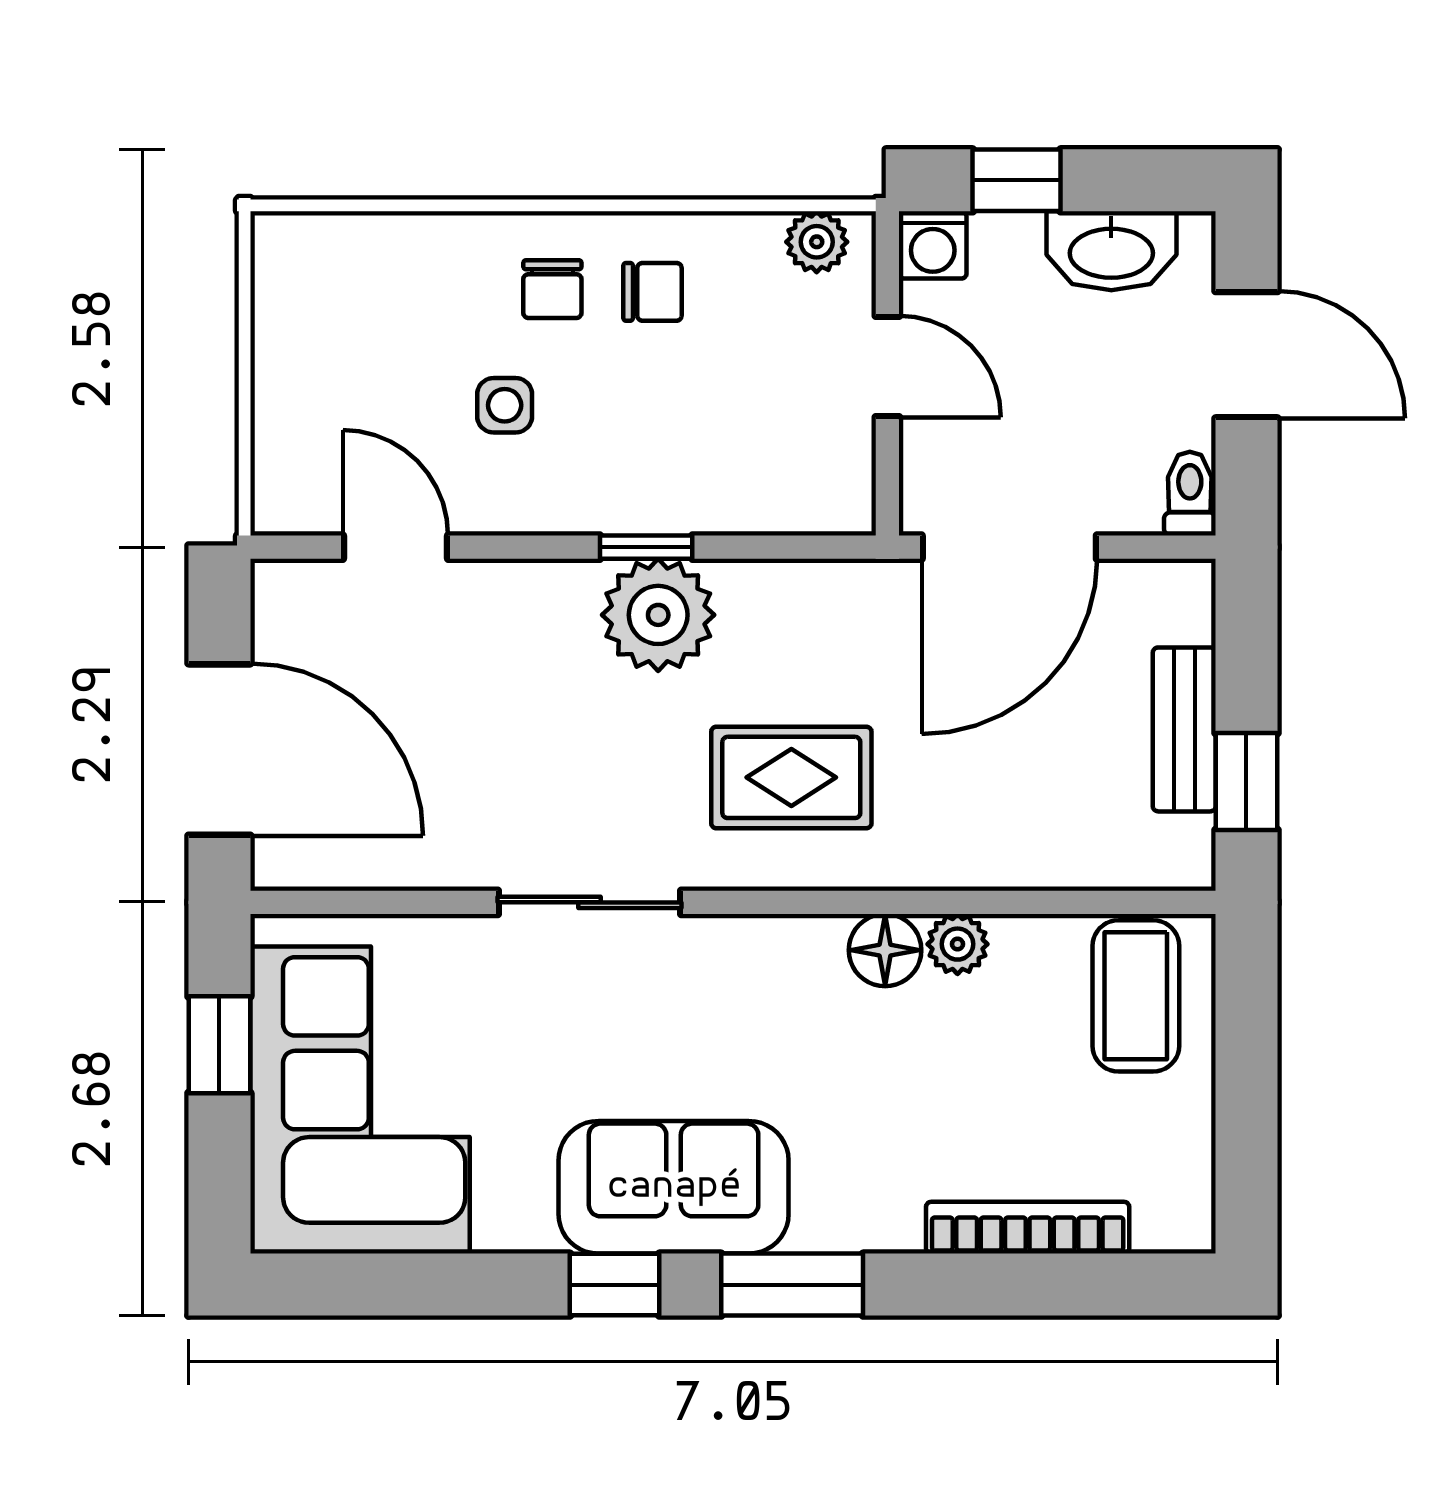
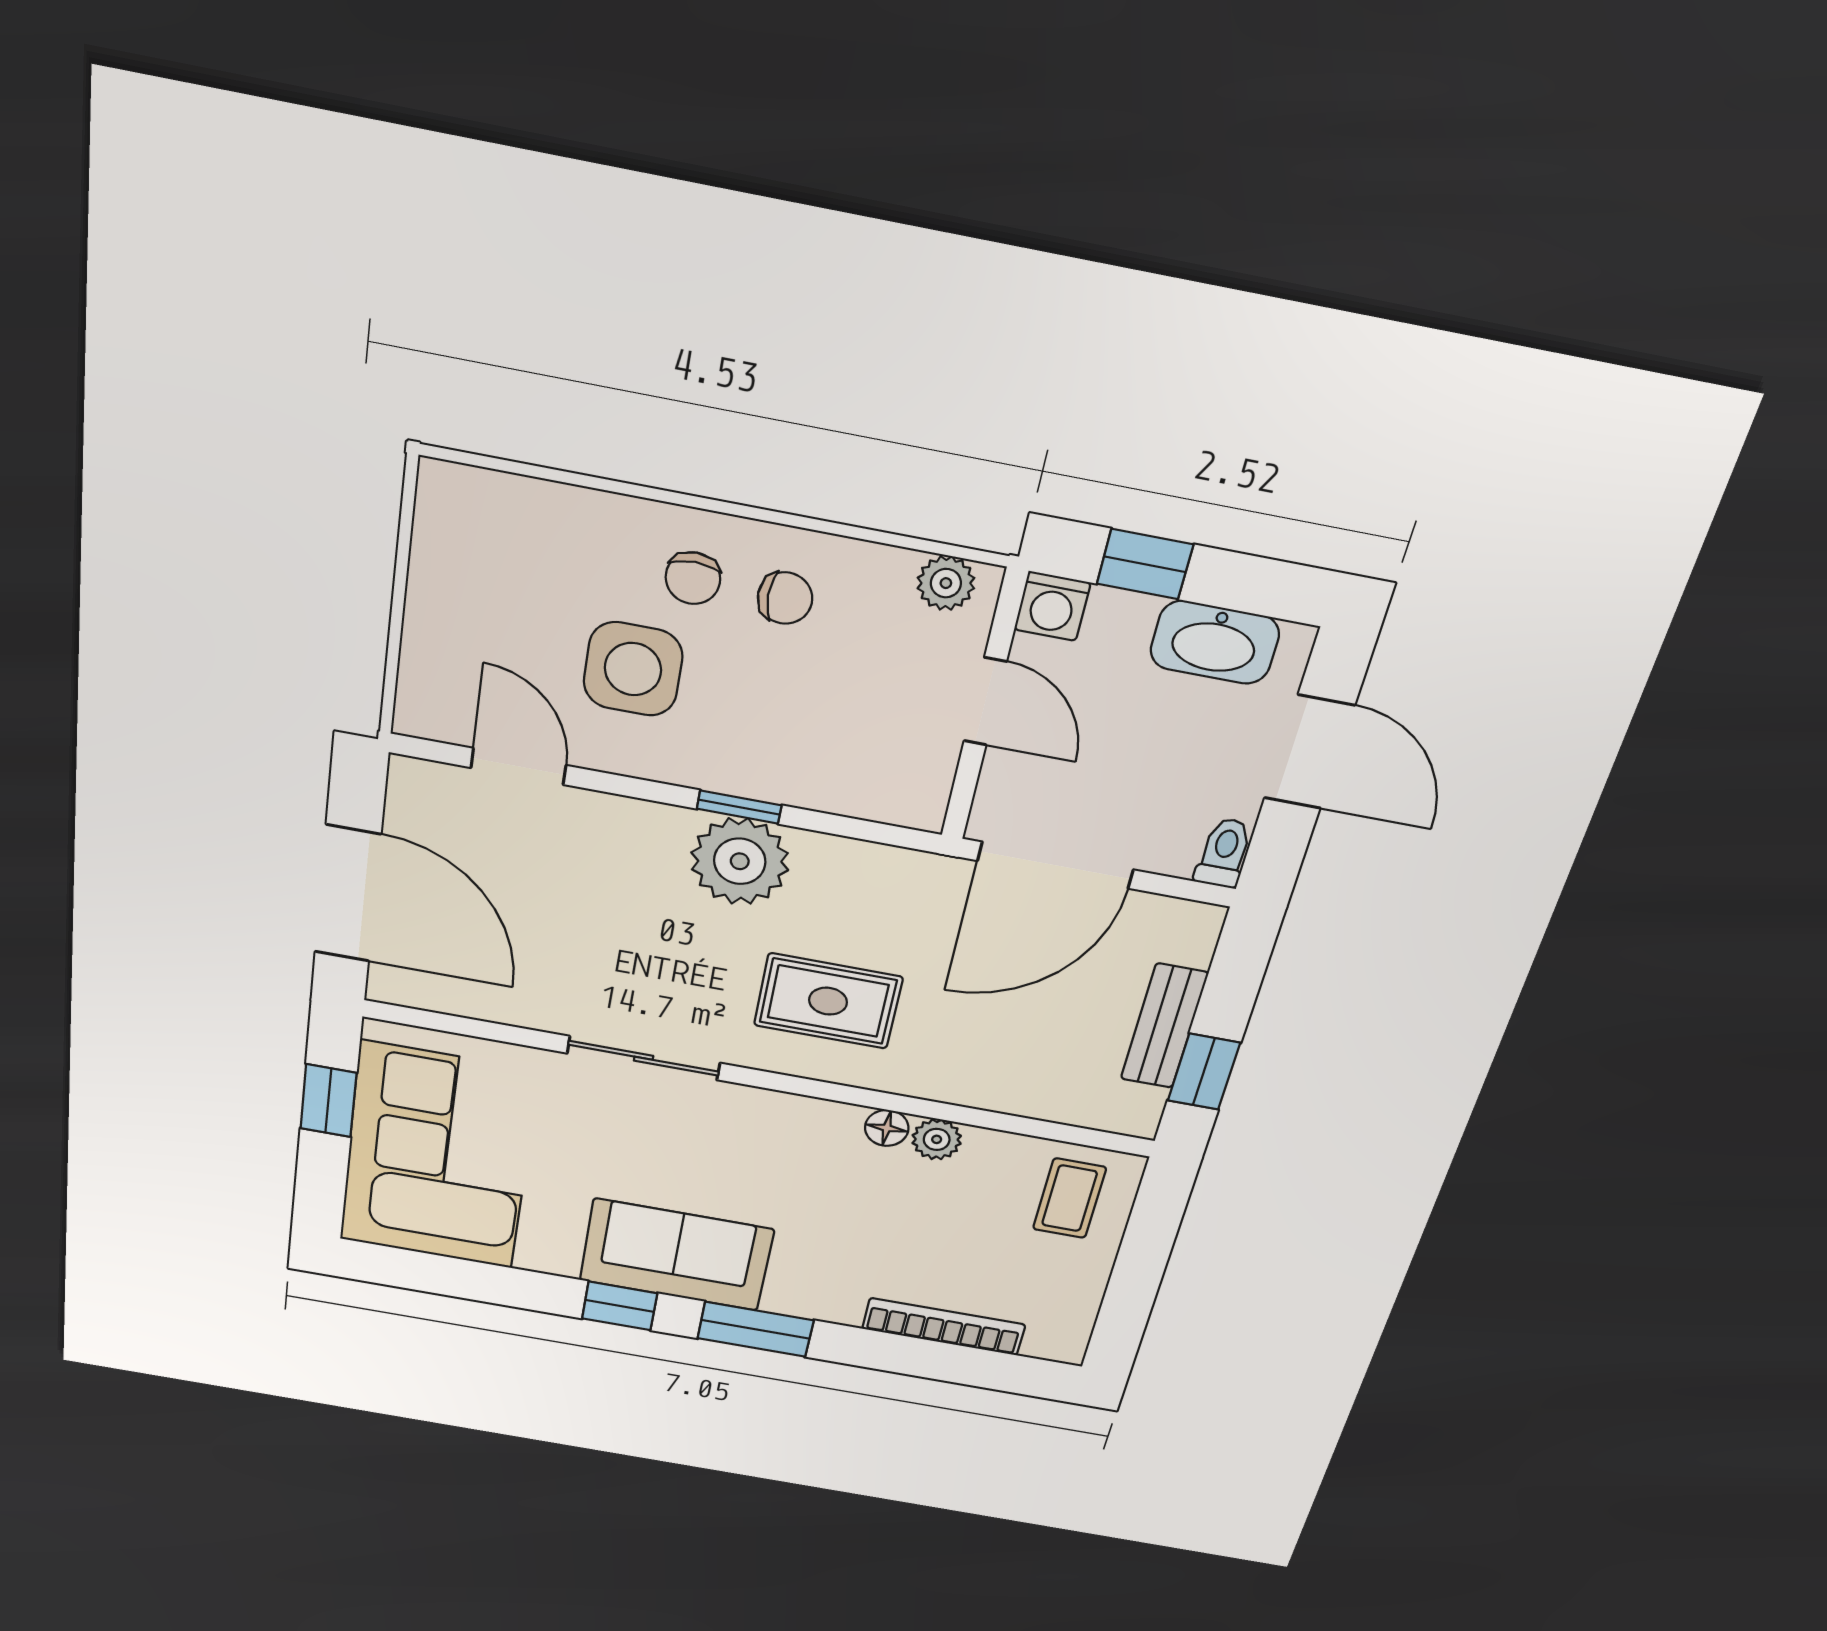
side table: (505, 405) -> (633, 669), width x1.87, depth x1.87
floor lamp: (885, 950) -> (887, 1128), width x0.73, depth x0.73
coffee table: (1136, 996) -> (1069, 1198), width x0.73, depth x0.77

